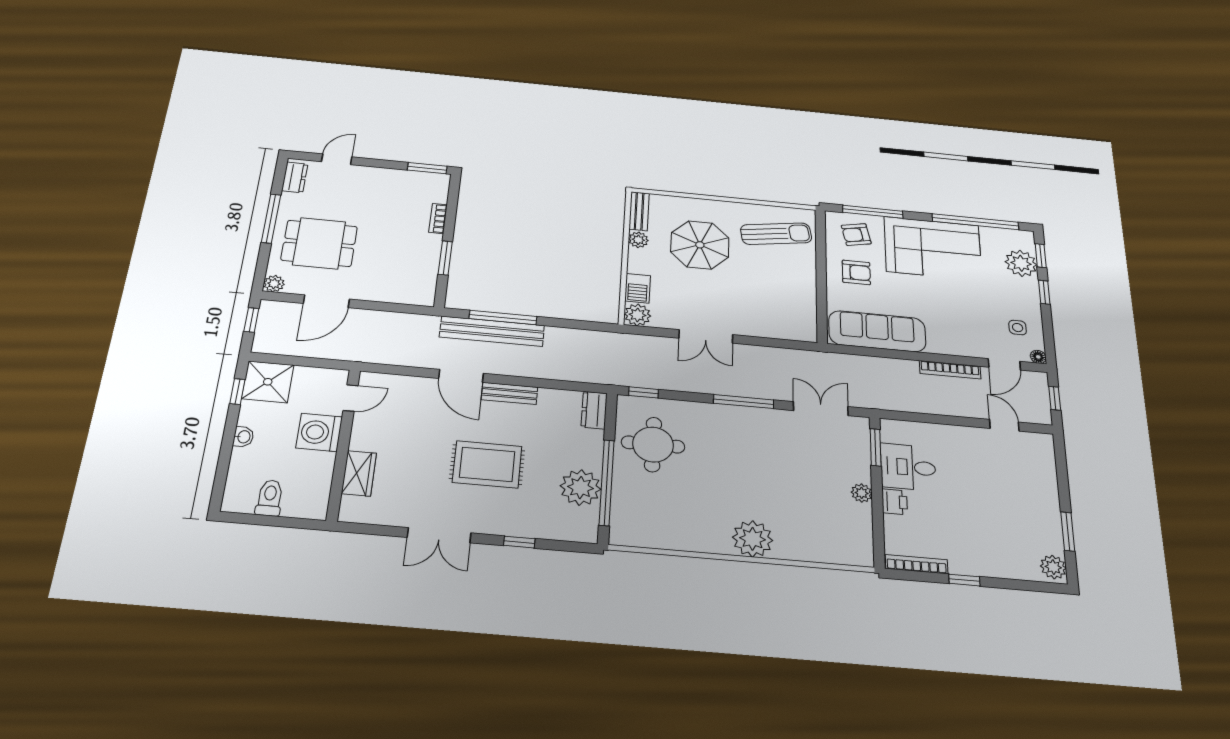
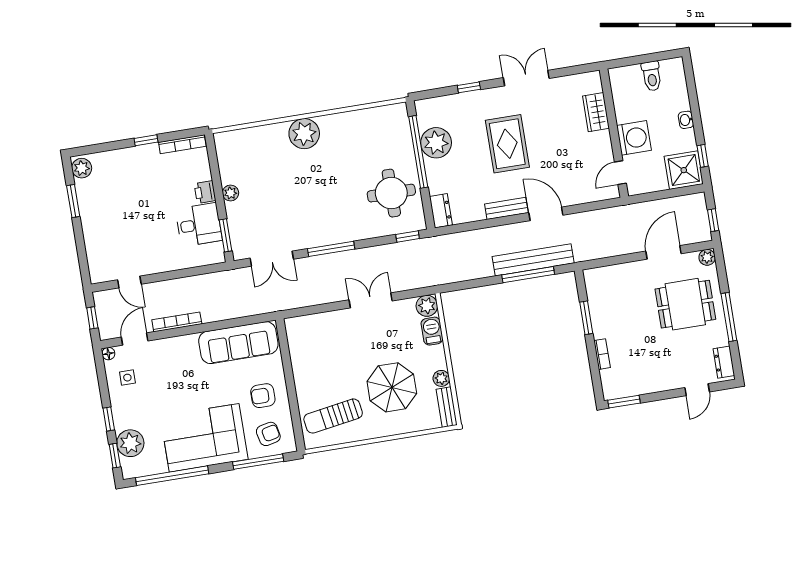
rug: (487, 464) -> (507, 144), turned 90

